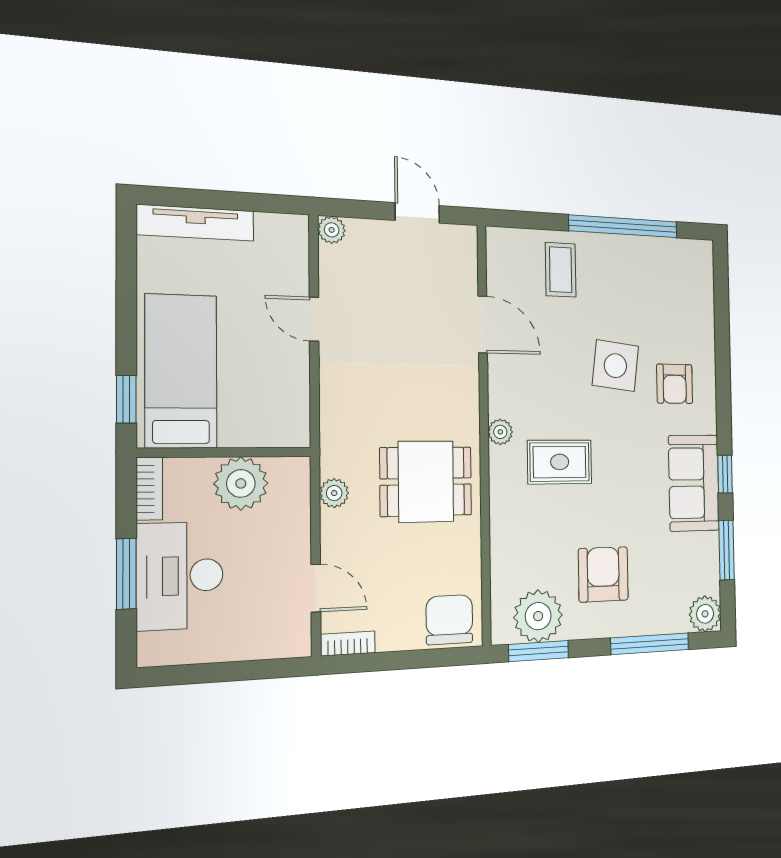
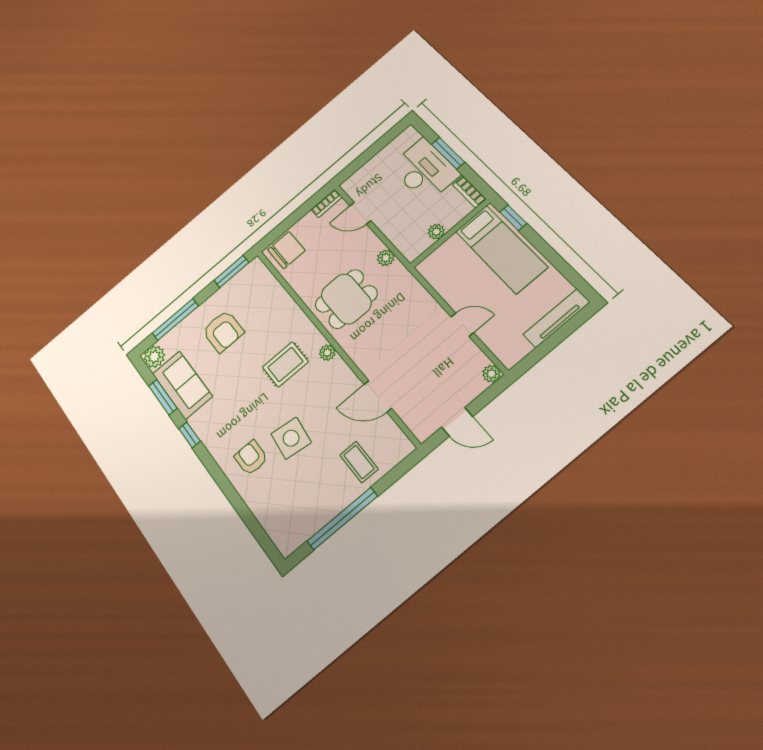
plant: (241, 483) -> (436, 232), width x0.53, depth x0.53
sofa: (694, 483) -> (182, 385), moved
plant: (538, 616) -> (243, 286), removed
chair: (449, 620) -> (286, 250), turned -90

